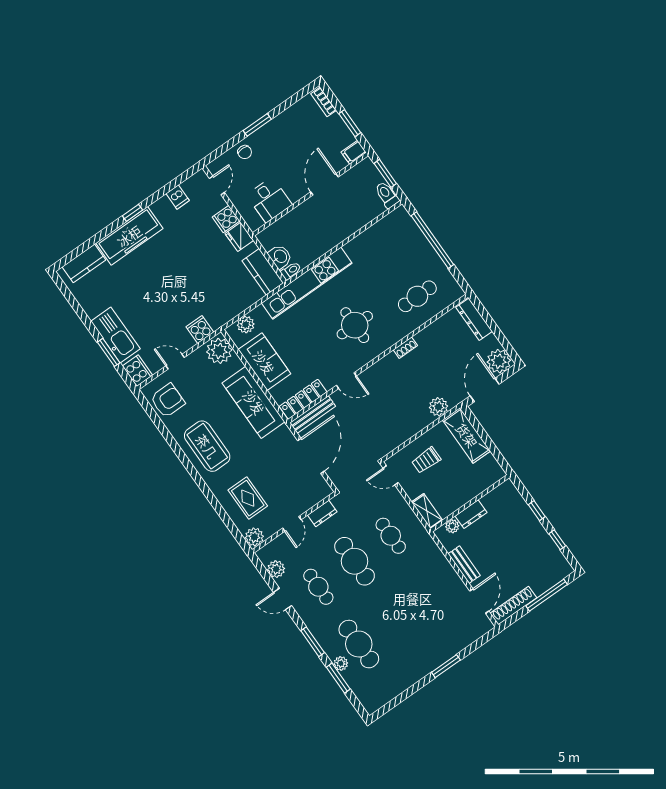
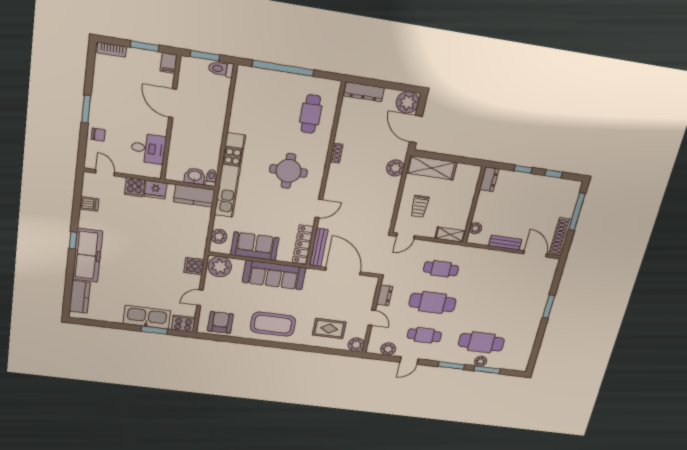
dresser: (471, 514) -> (489, 179), moved

